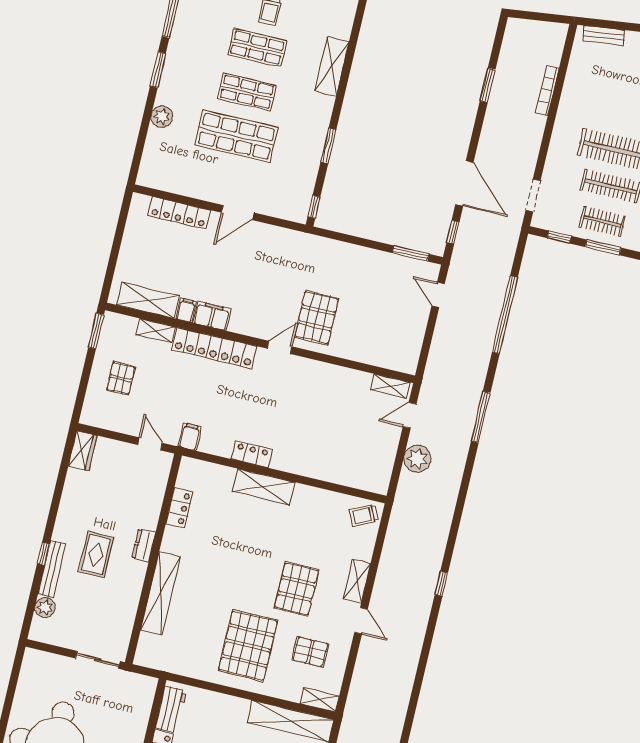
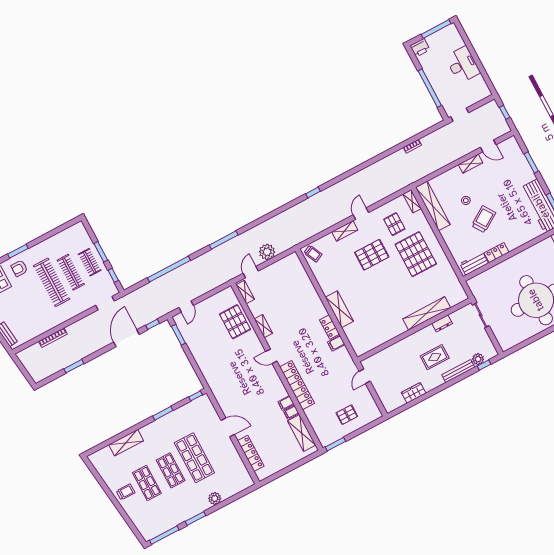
filing cabinet: (212, 316) -> (286, 403), width x0.50
pallet: (317, 318) -> (235, 322), moved, turned 90
shelving: (156, 331) -> (263, 326), moved
door: (410, 415) -> (251, 272), swing flipped
filing cabinet: (190, 437) -> (336, 343), moved
wardrobe: (83, 451) -> (414, 393), moved
locker: (179, 508) -> (381, 338), removed
dresser: (144, 545) -> (442, 323), moved
window: (43, 554) -> (484, 365), moved
pallet: (248, 646) -> (416, 254), turned 90

